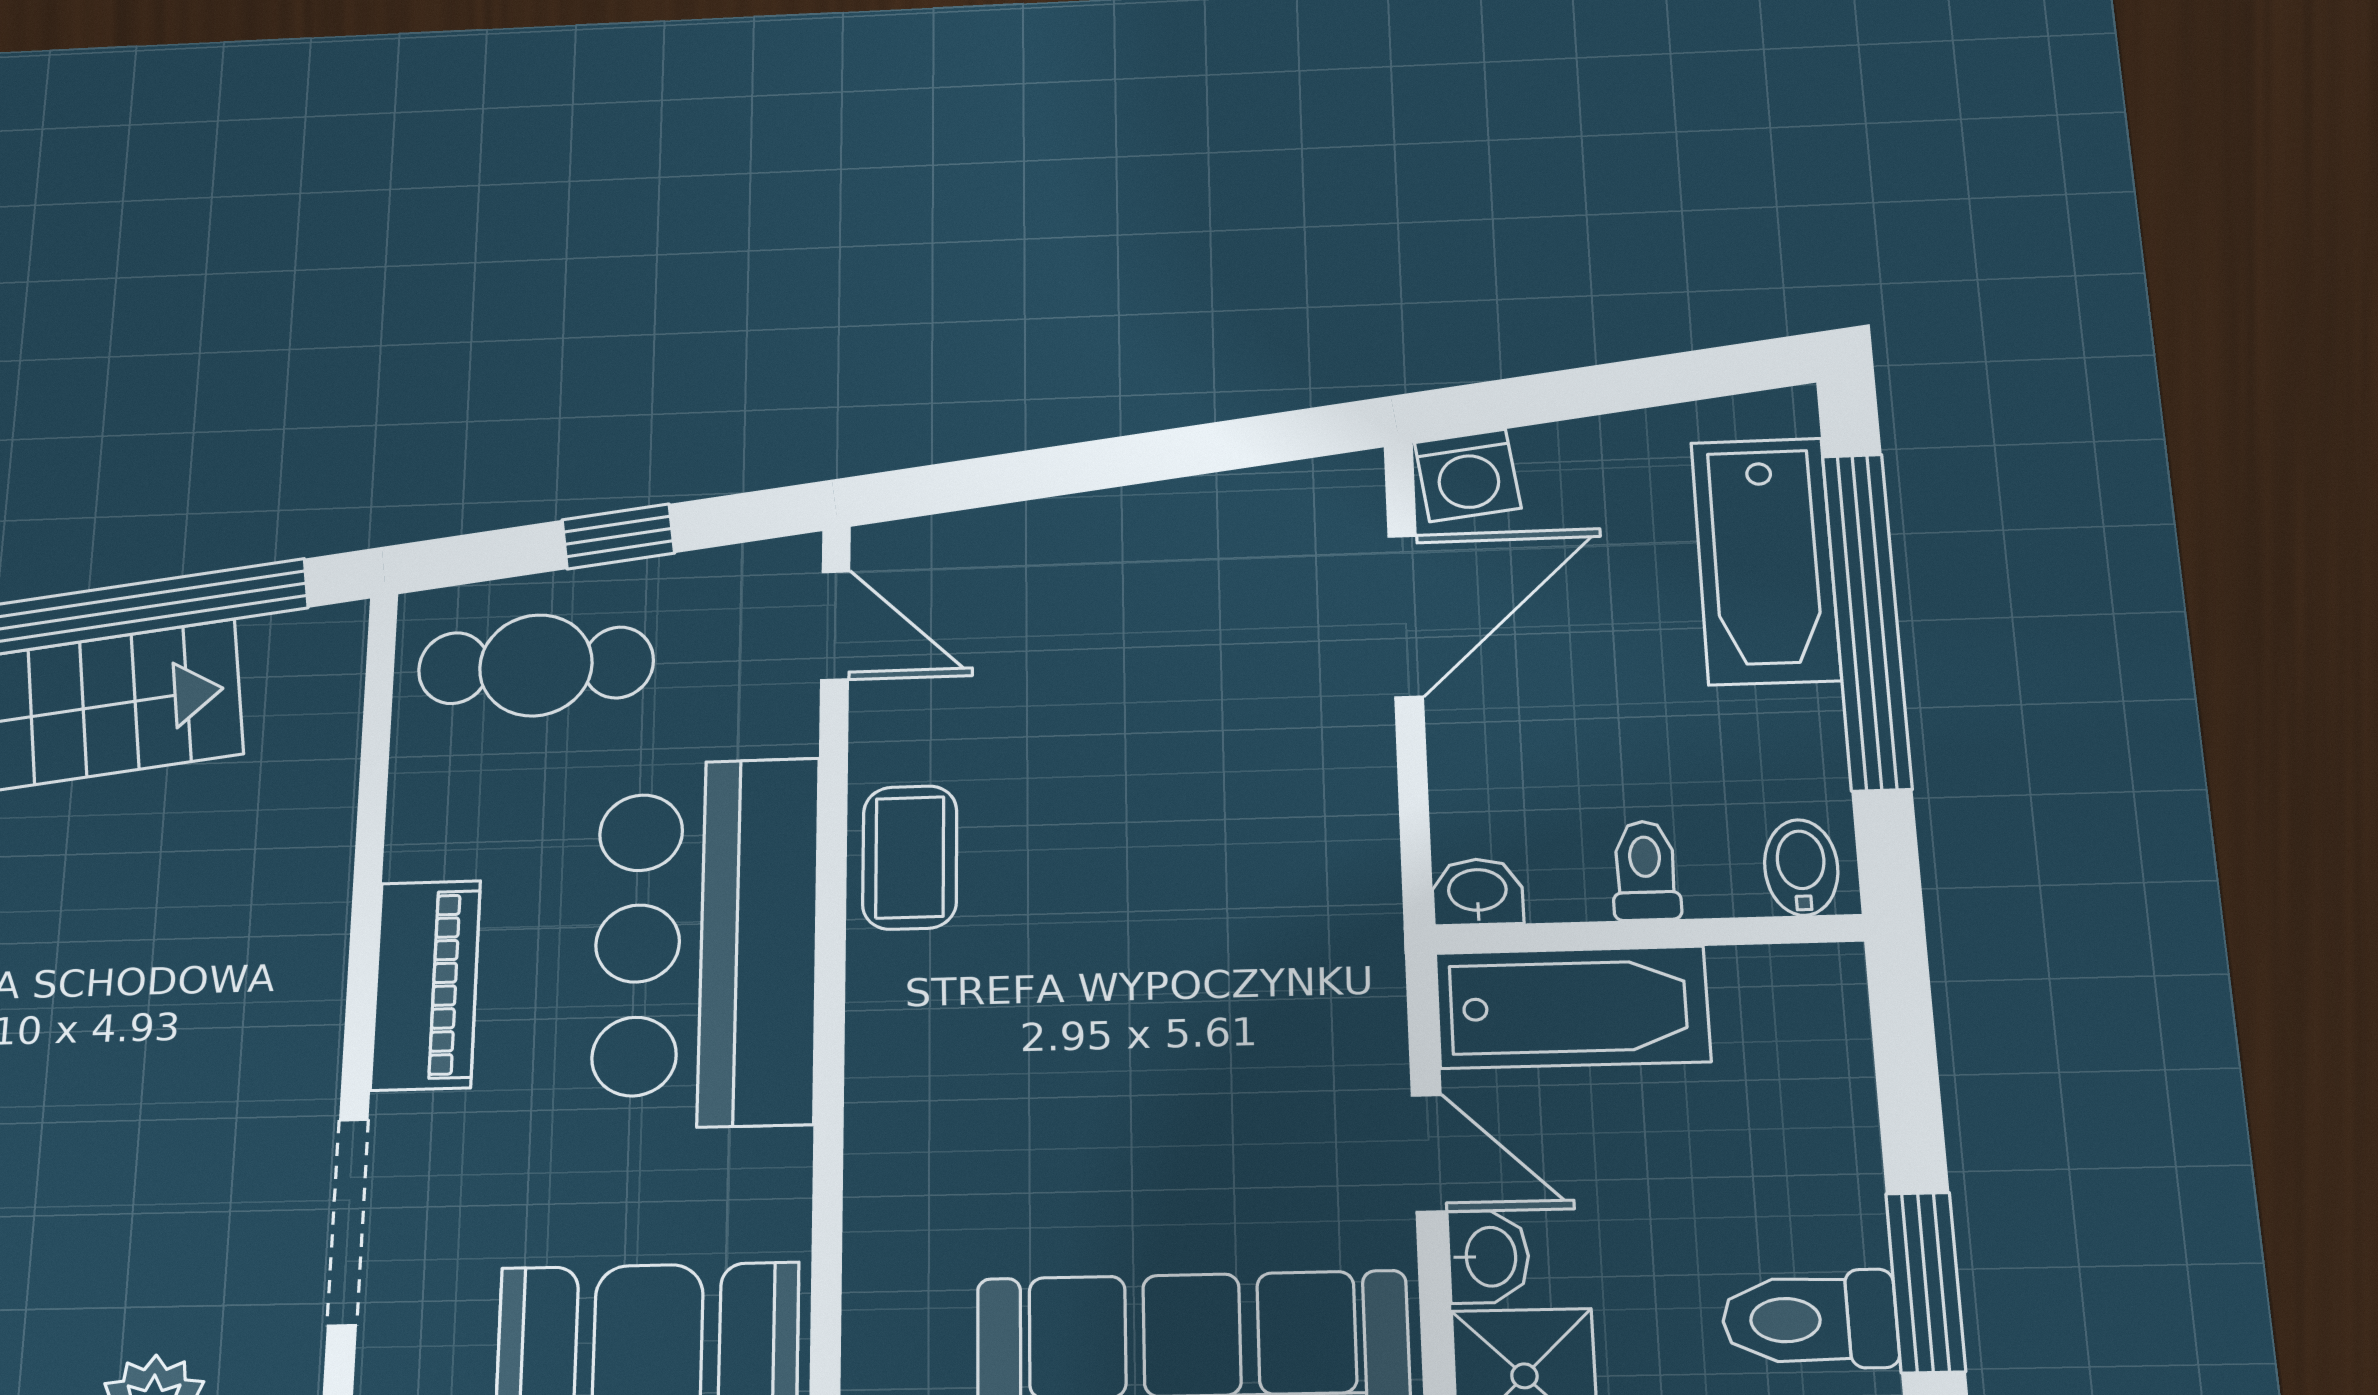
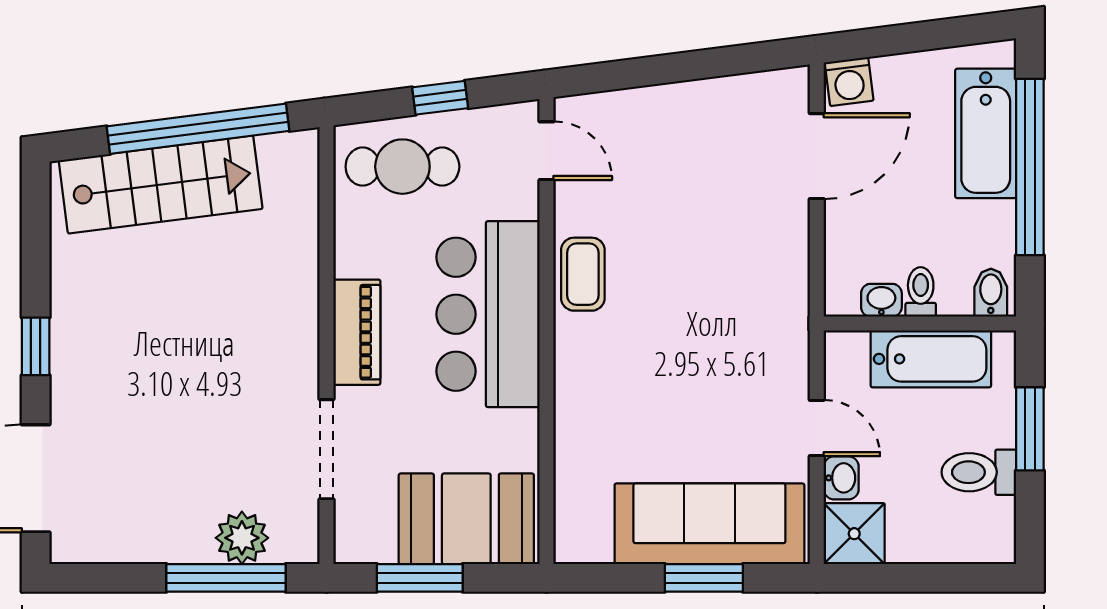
washbasin: (1477, 892) -> (881, 300), moved
bathtub: (1572, 1007) -> (931, 359), moved
window: (1925, 1282) -> (1030, 429), moved
toilet: (1810, 1320) -> (979, 472), moved

